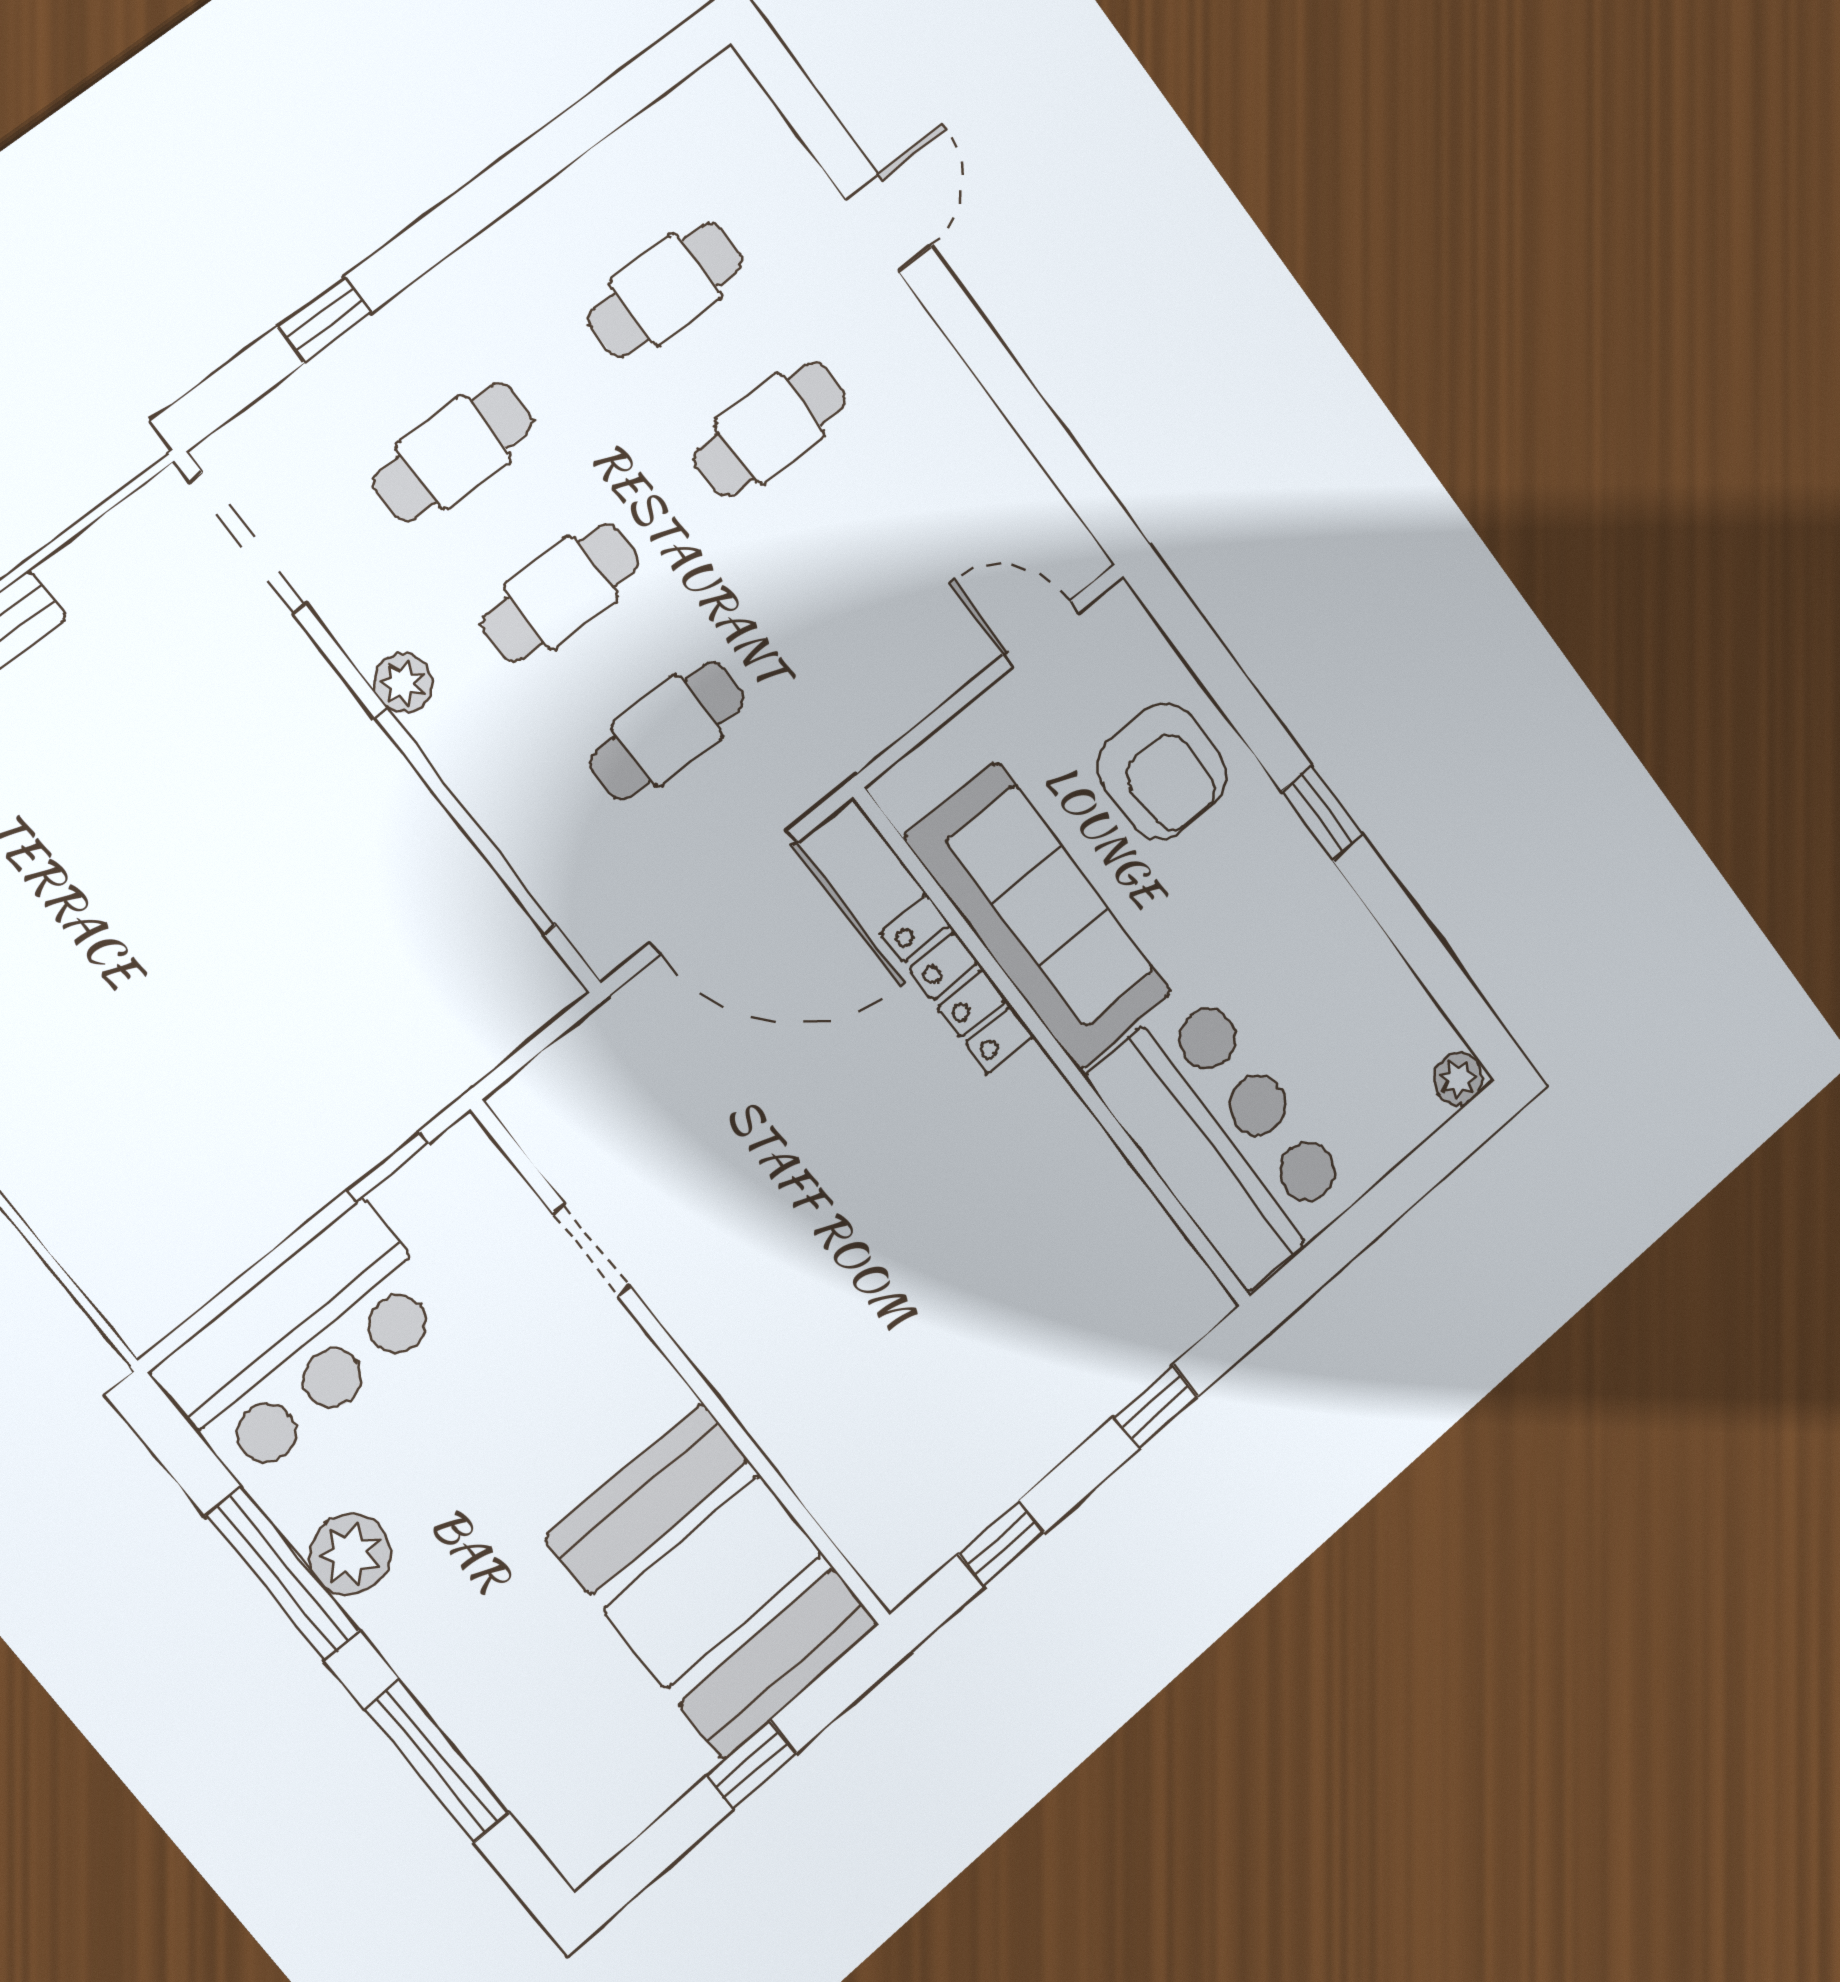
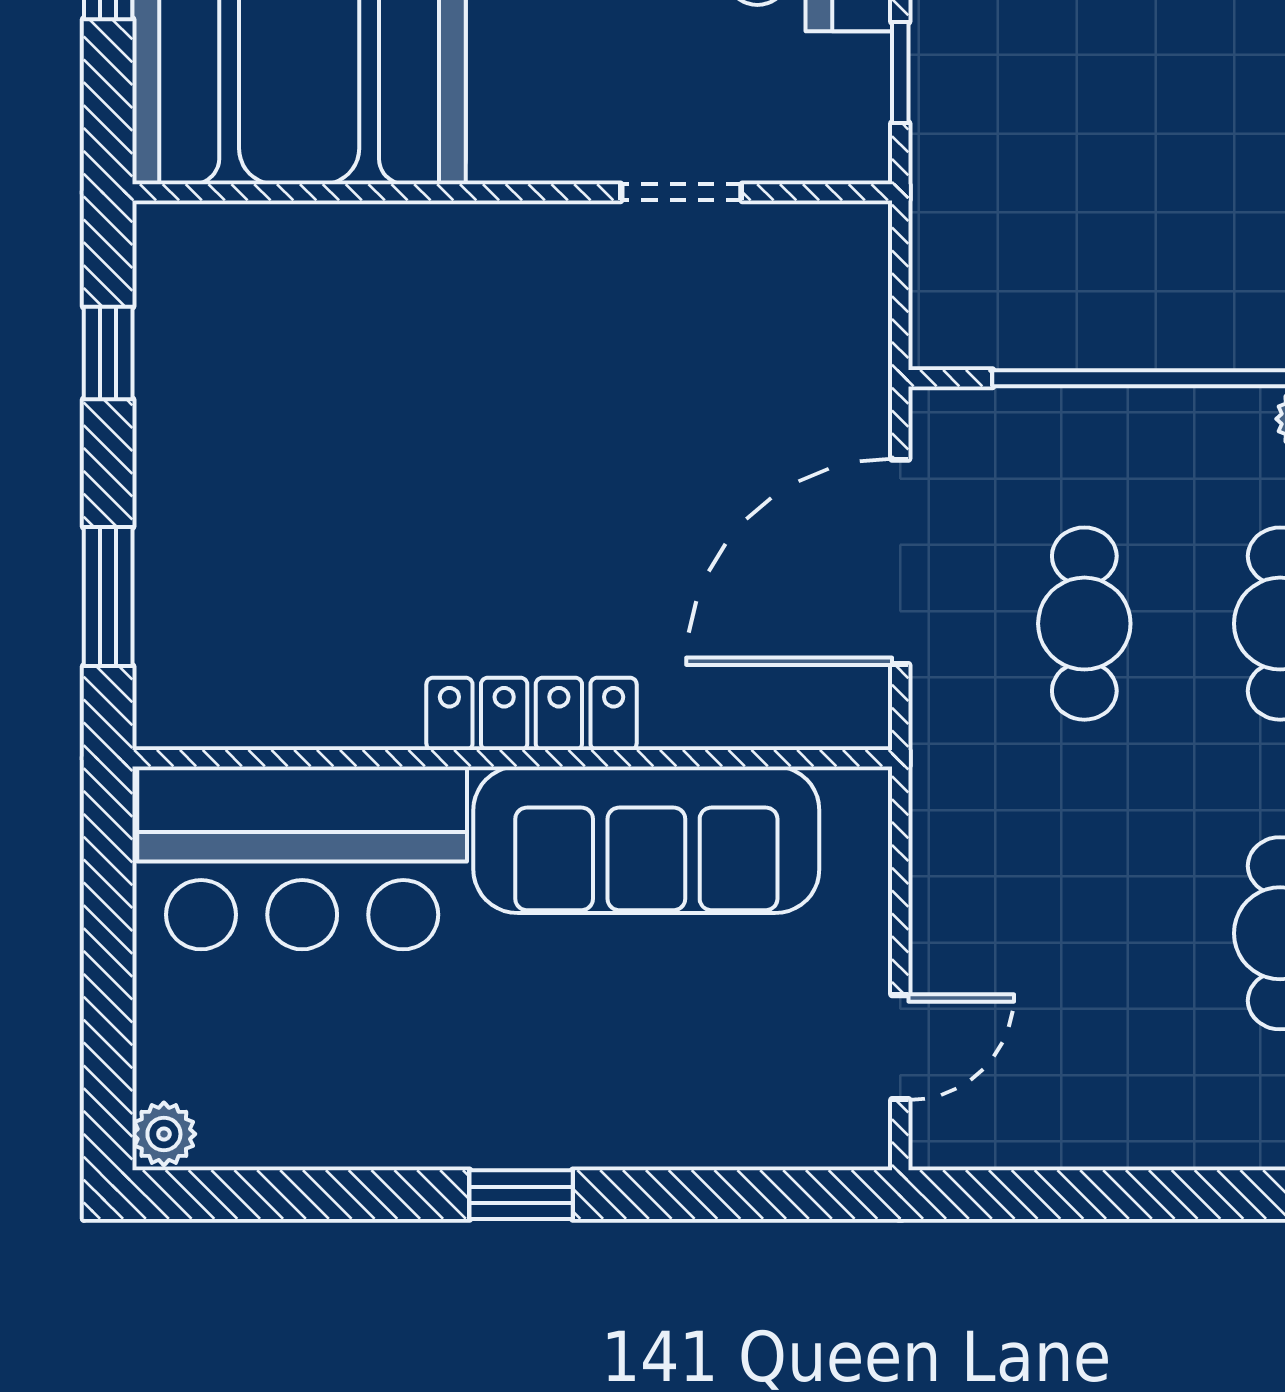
armchair: (1163, 771) -> (683, 1066), removed
locker: (958, 984) -> (531, 714), moved
window: (1156, 1406) -> (108, 596), width x1.50

